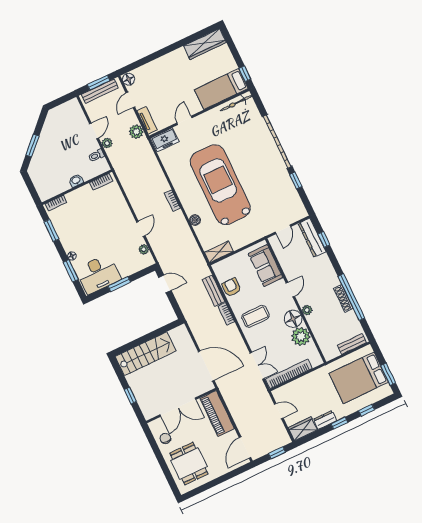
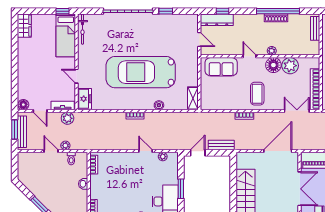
wardrobe: (205, 44) -> (24, 26), width x0.67
armchair: (231, 287) -> (225, 102), removed
bench: (214, 291) -> (221, 145), moved

